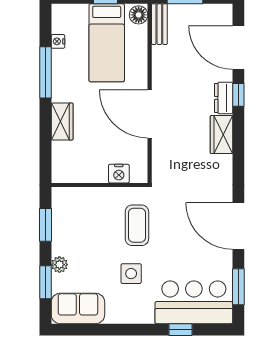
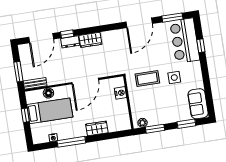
floor lamp: (139, 15) -> (48, 93), moved
plant: (59, 265) -> (143, 123), moved

